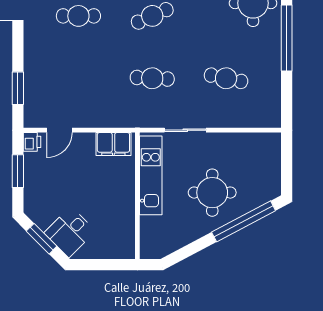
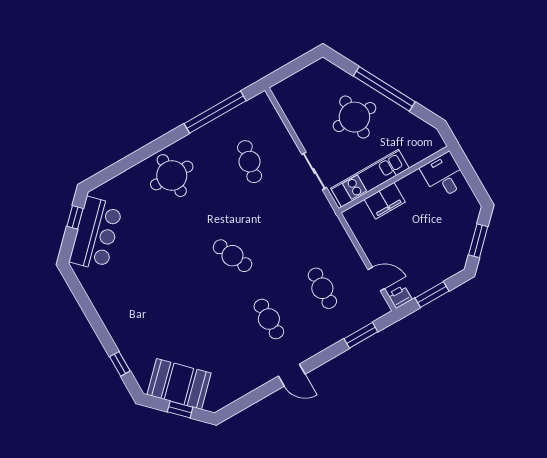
window: (287, 38) -> (215, 112), moved
cafe table: (152, 78) -> (322, 288), moved
filing cabinet: (113, 144) -> (385, 201), moved, turned 90
window: (244, 221) -> (384, 89), moved
desk: (70, 232) -> (444, 176), moved, turned -135

